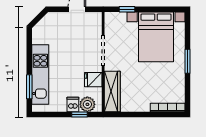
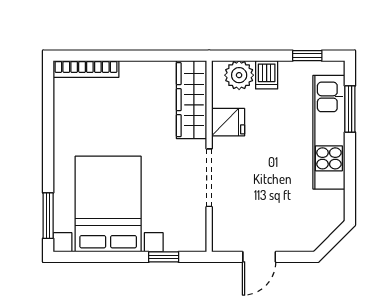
window: (187, 61) -> (48, 216), moved
window: (80, 115) -> (307, 56), moved

